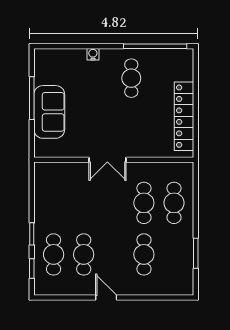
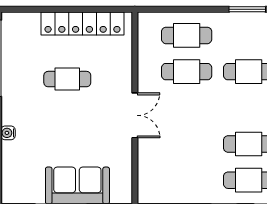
cafe table: (131, 78) -> (67, 79), moved

